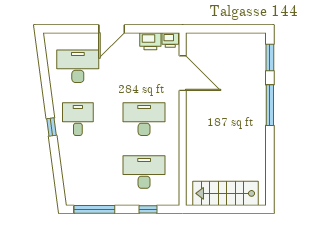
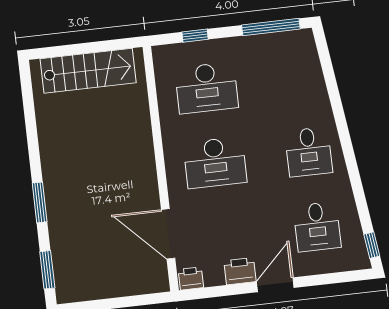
printer: (150, 41) -> (240, 271), moved
desk: (78, 66) -> (317, 227), width x0.73
window: (270, 105) -> (40, 202), width x0.69
window: (52, 127) -> (372, 245), moved

